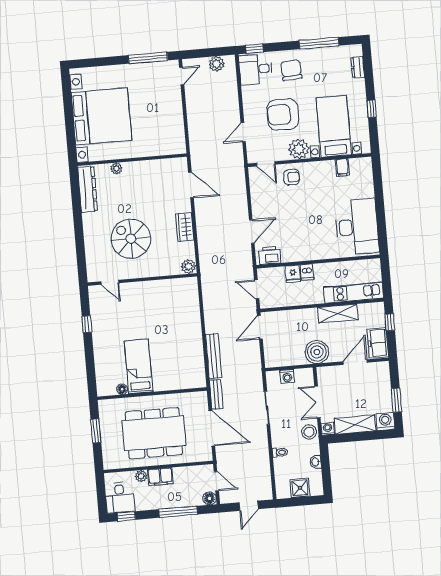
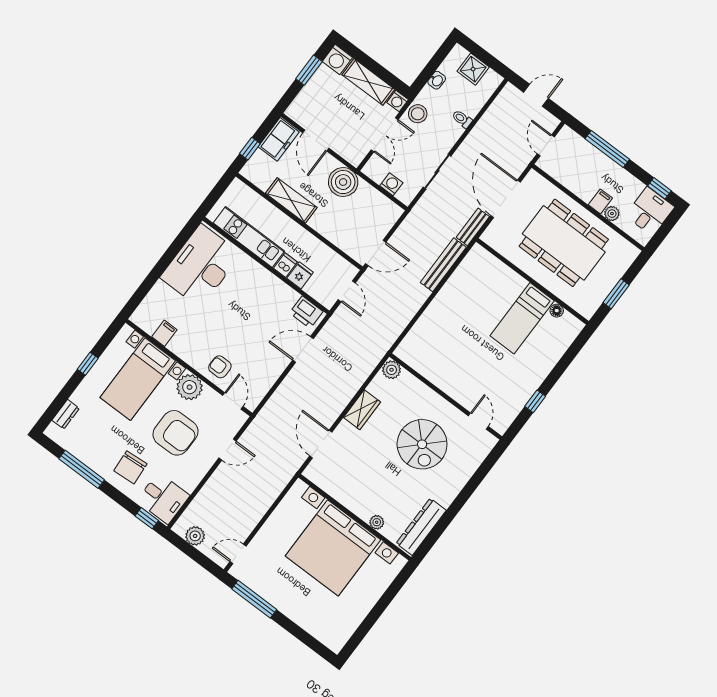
bed with nightstands: (101, 116) -> (333, 548), moved, turned -90
kitchen unit: (354, 293) -> (249, 237), moved, turned 180
door: (355, 362) -> (316, 140), hinge flipped
filing cabinet: (160, 477) -> (600, 201), width x0.50
floor lamp: (210, 498) -> (566, 135), removed

